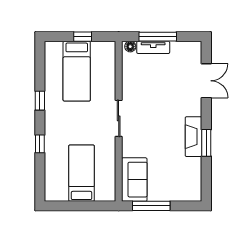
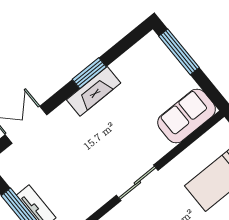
window: (151, 206) -> (179, 52), moved

